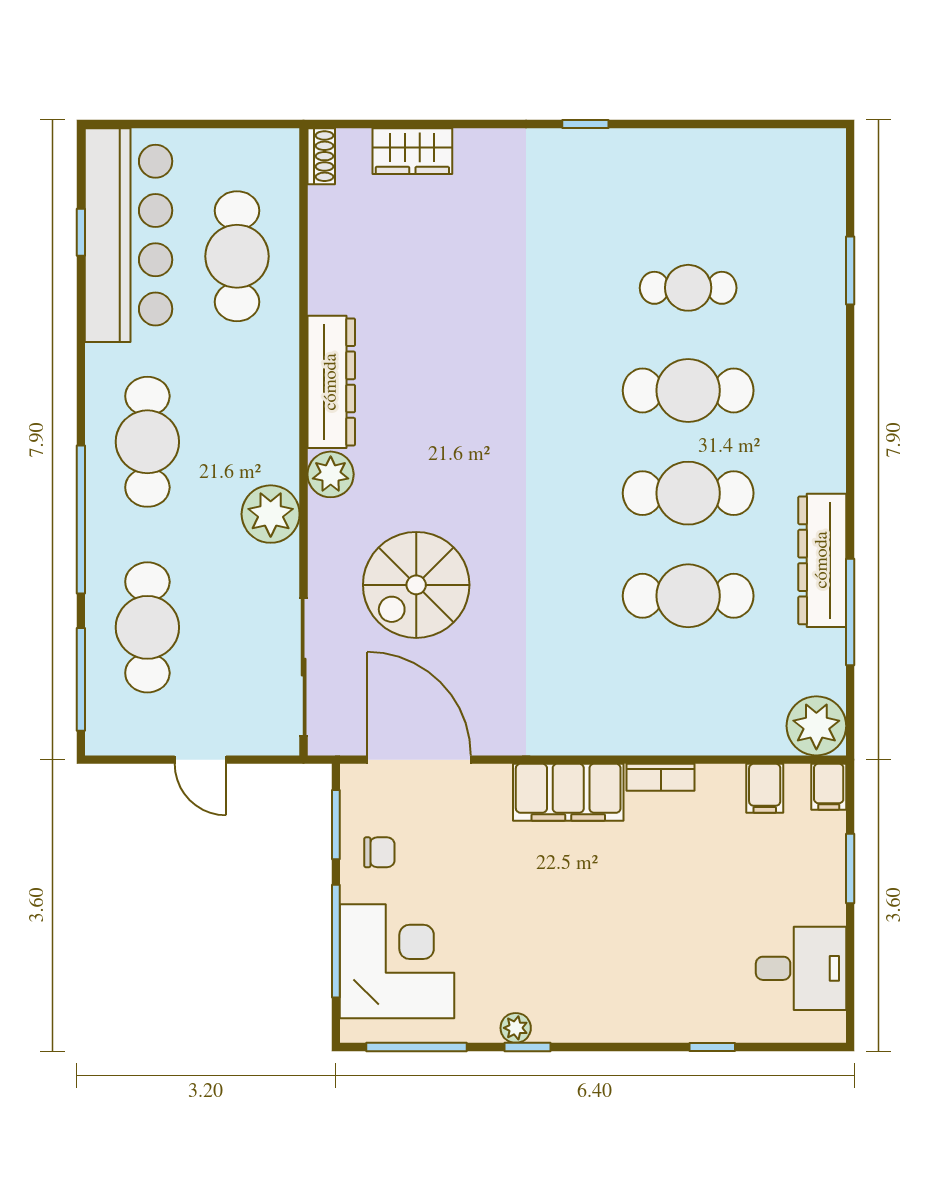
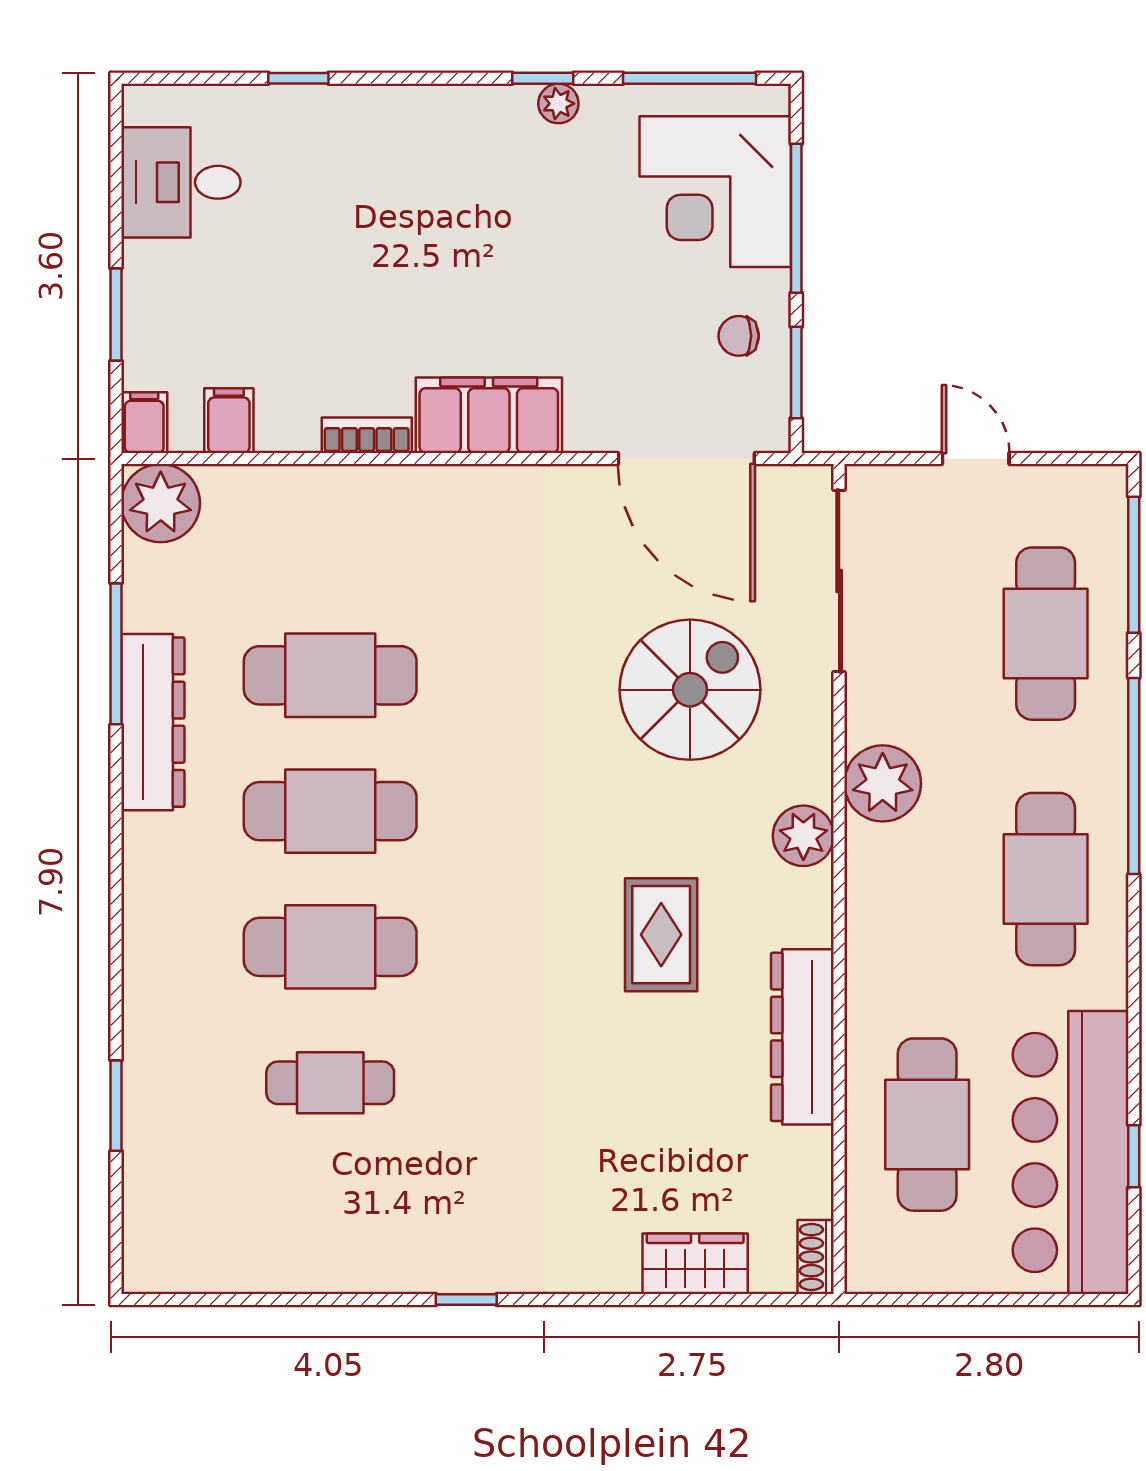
dresser: (331, 382) -> (802, 1037), moved
rug: (438, 400) -> (661, 935), added

